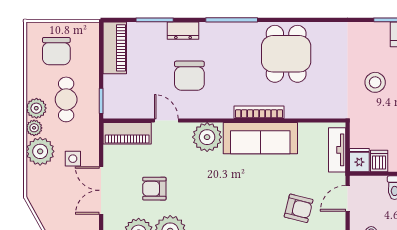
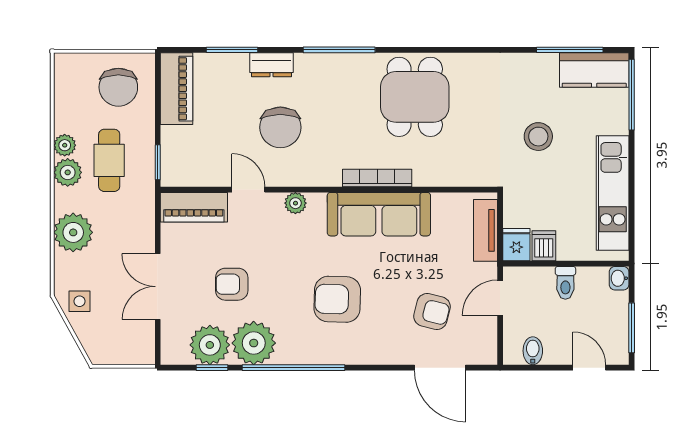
chair: (56, 51) -> (118, 87), moved
plant: (34, 128) -> (65, 145), moved
plant: (207, 137) -> (295, 203), width x0.53, depth x0.53
side table: (73, 159) -> (80, 301), moved
armchair: (230, 200) -> (337, 299), added

